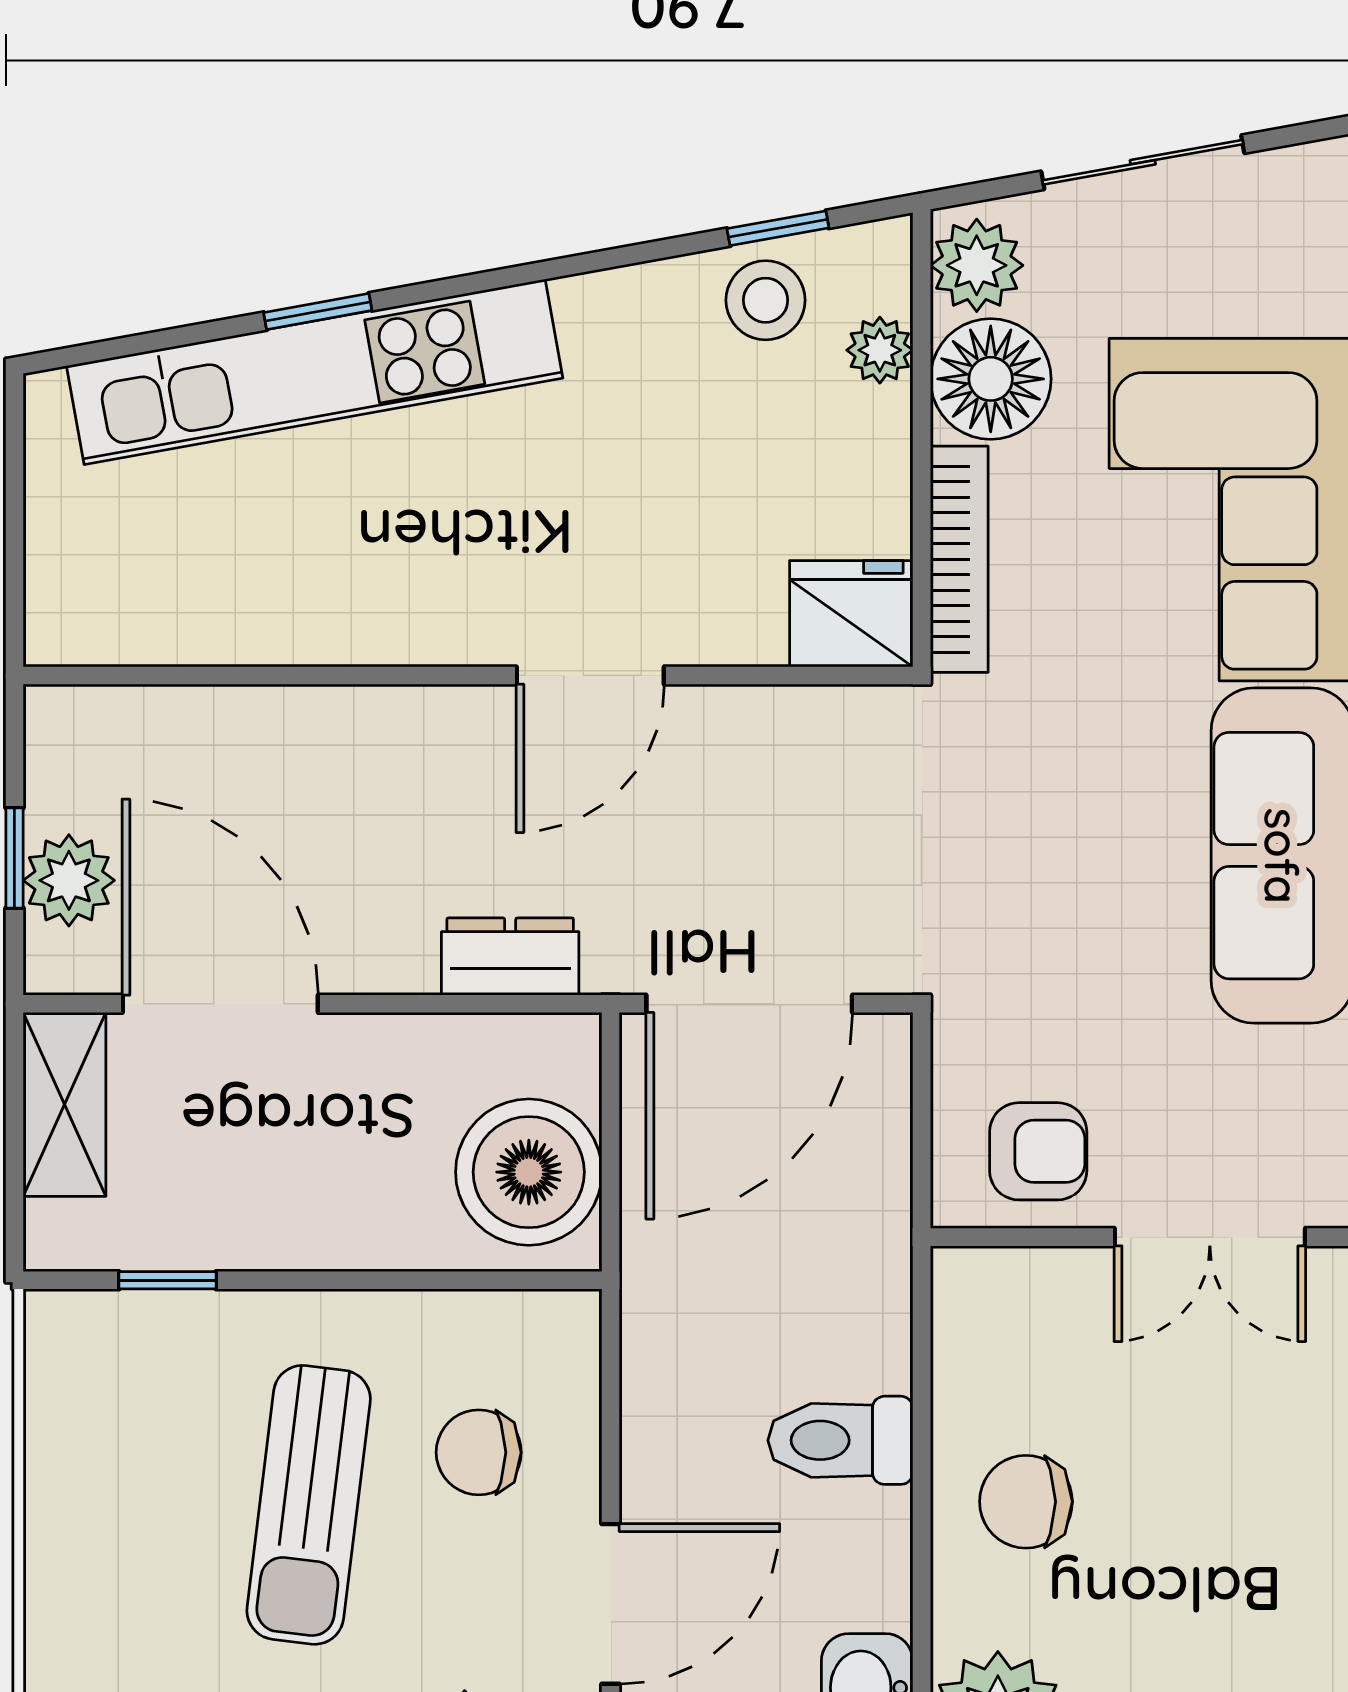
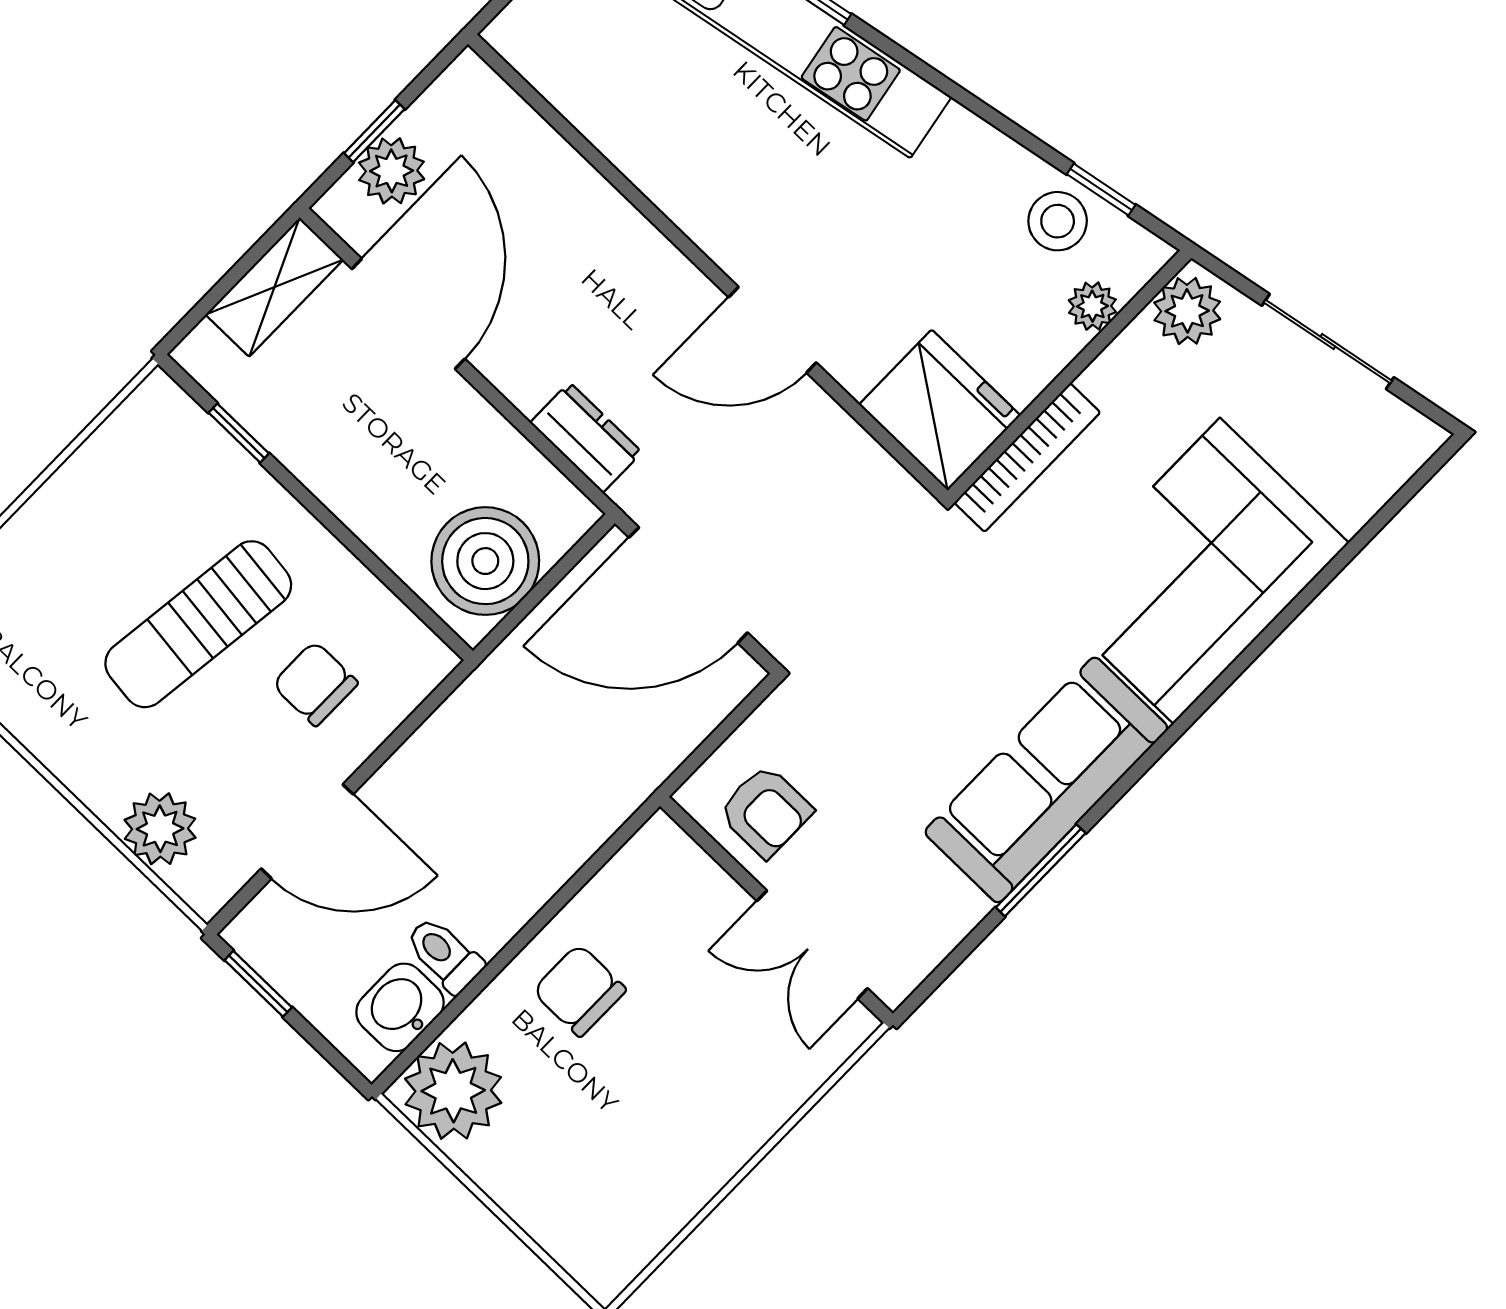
floor lamp: (991, 379) -> (1136, 378), removed
fridge: (851, 614) -> (940, 410), width x1.36, depth x1.34
toilet: (840, 1440) -> (444, 955), moved, width x0.73, depth x0.72

